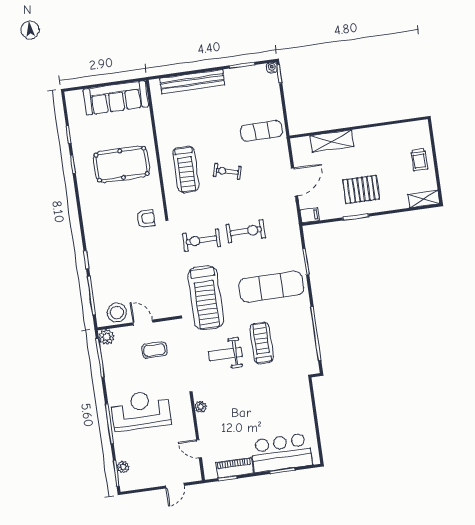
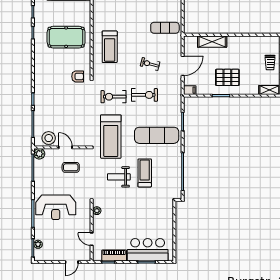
exercise bike: (227, 171) -> (150, 64), moved
reception desk: (141, 410) -> (56, 207), turned 180

